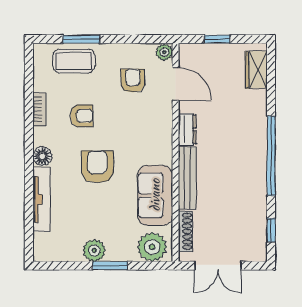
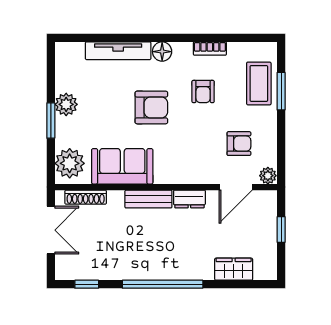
wardrobe: (256, 70) -> (234, 269), moved
bench: (187, 178) -> (148, 199), width x0.73
double door: (218, 266) -> (51, 230), swing flipped

